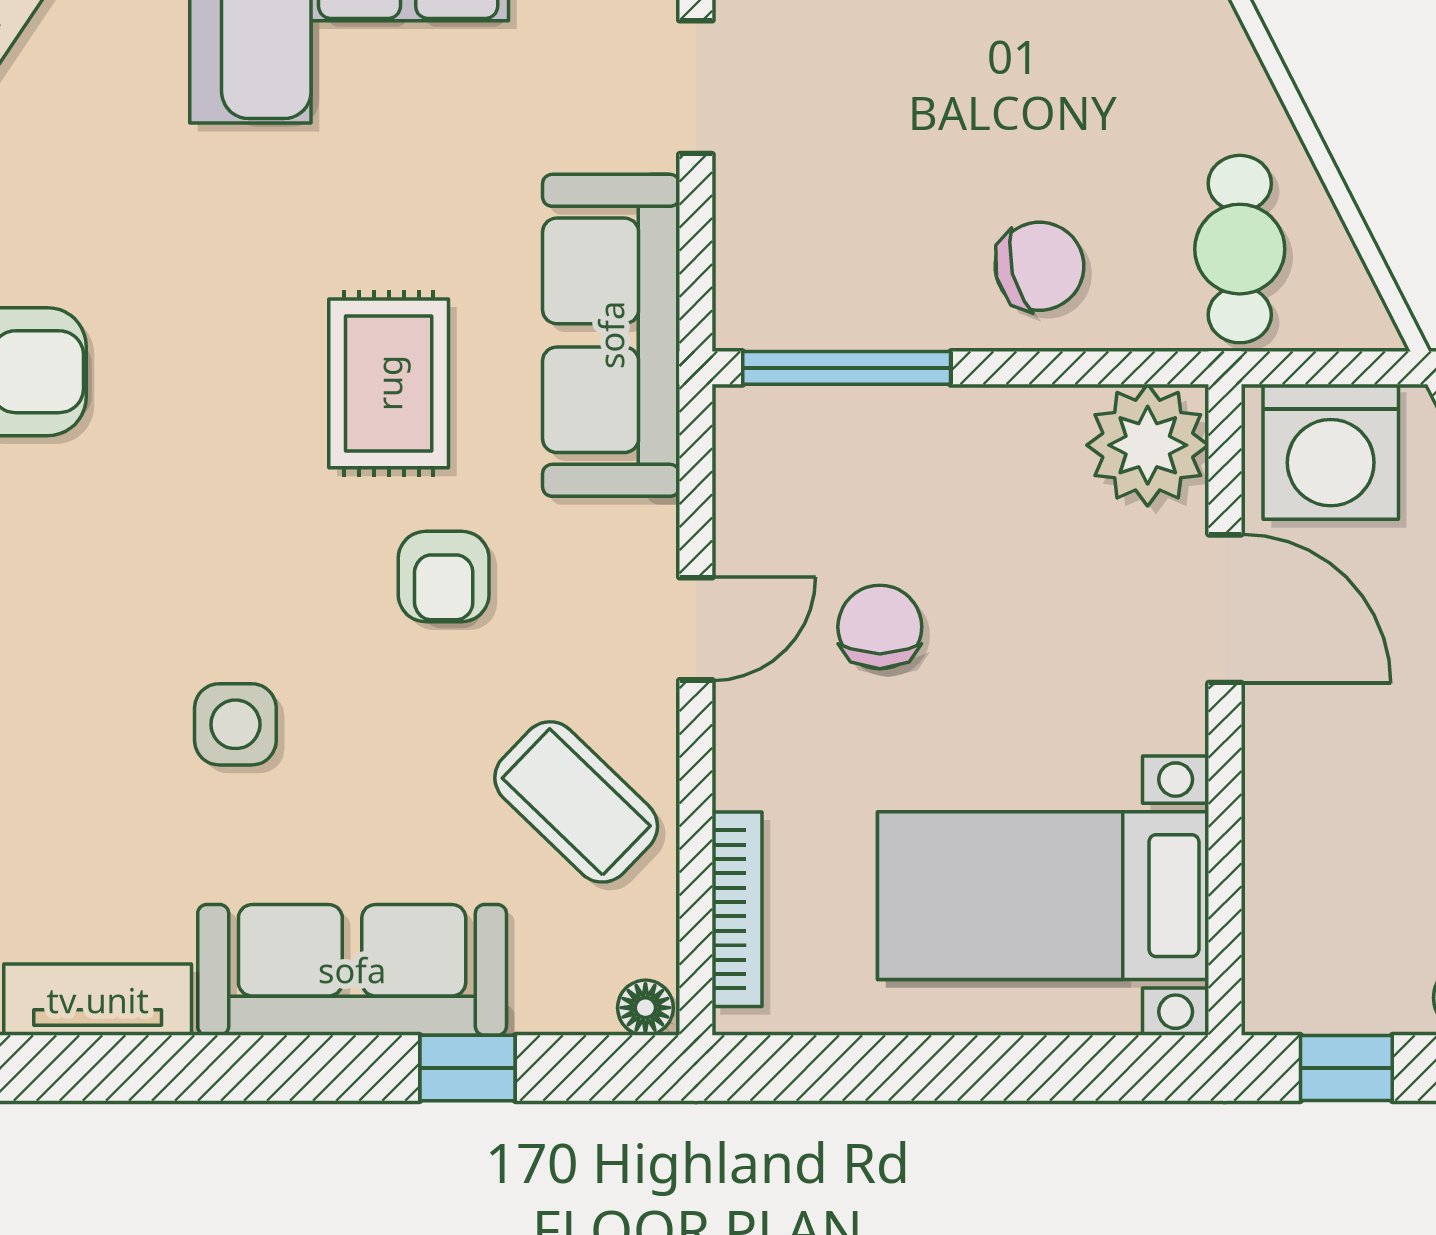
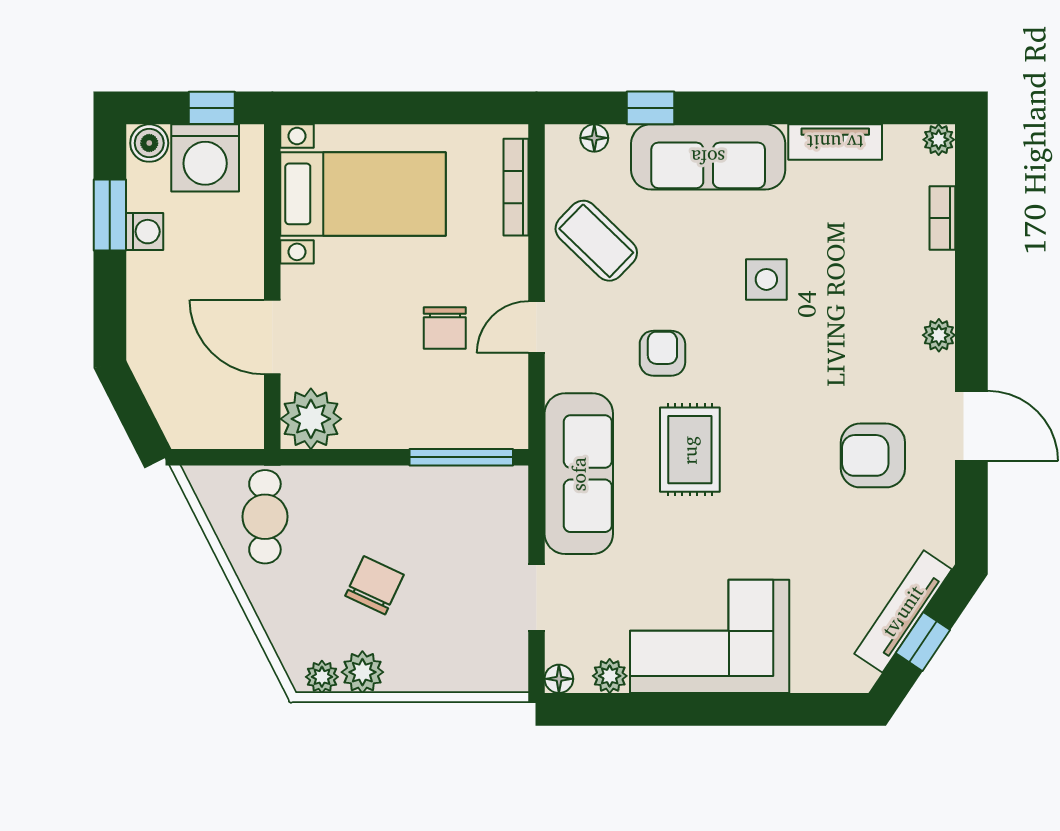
chair: (1039, 266) -> (374, 585), moved, turned 129
washing machine: (1331, 452) -> (205, 158), moved, turned 180
floor lamp: (645, 1008) -> (594, 138), moved

